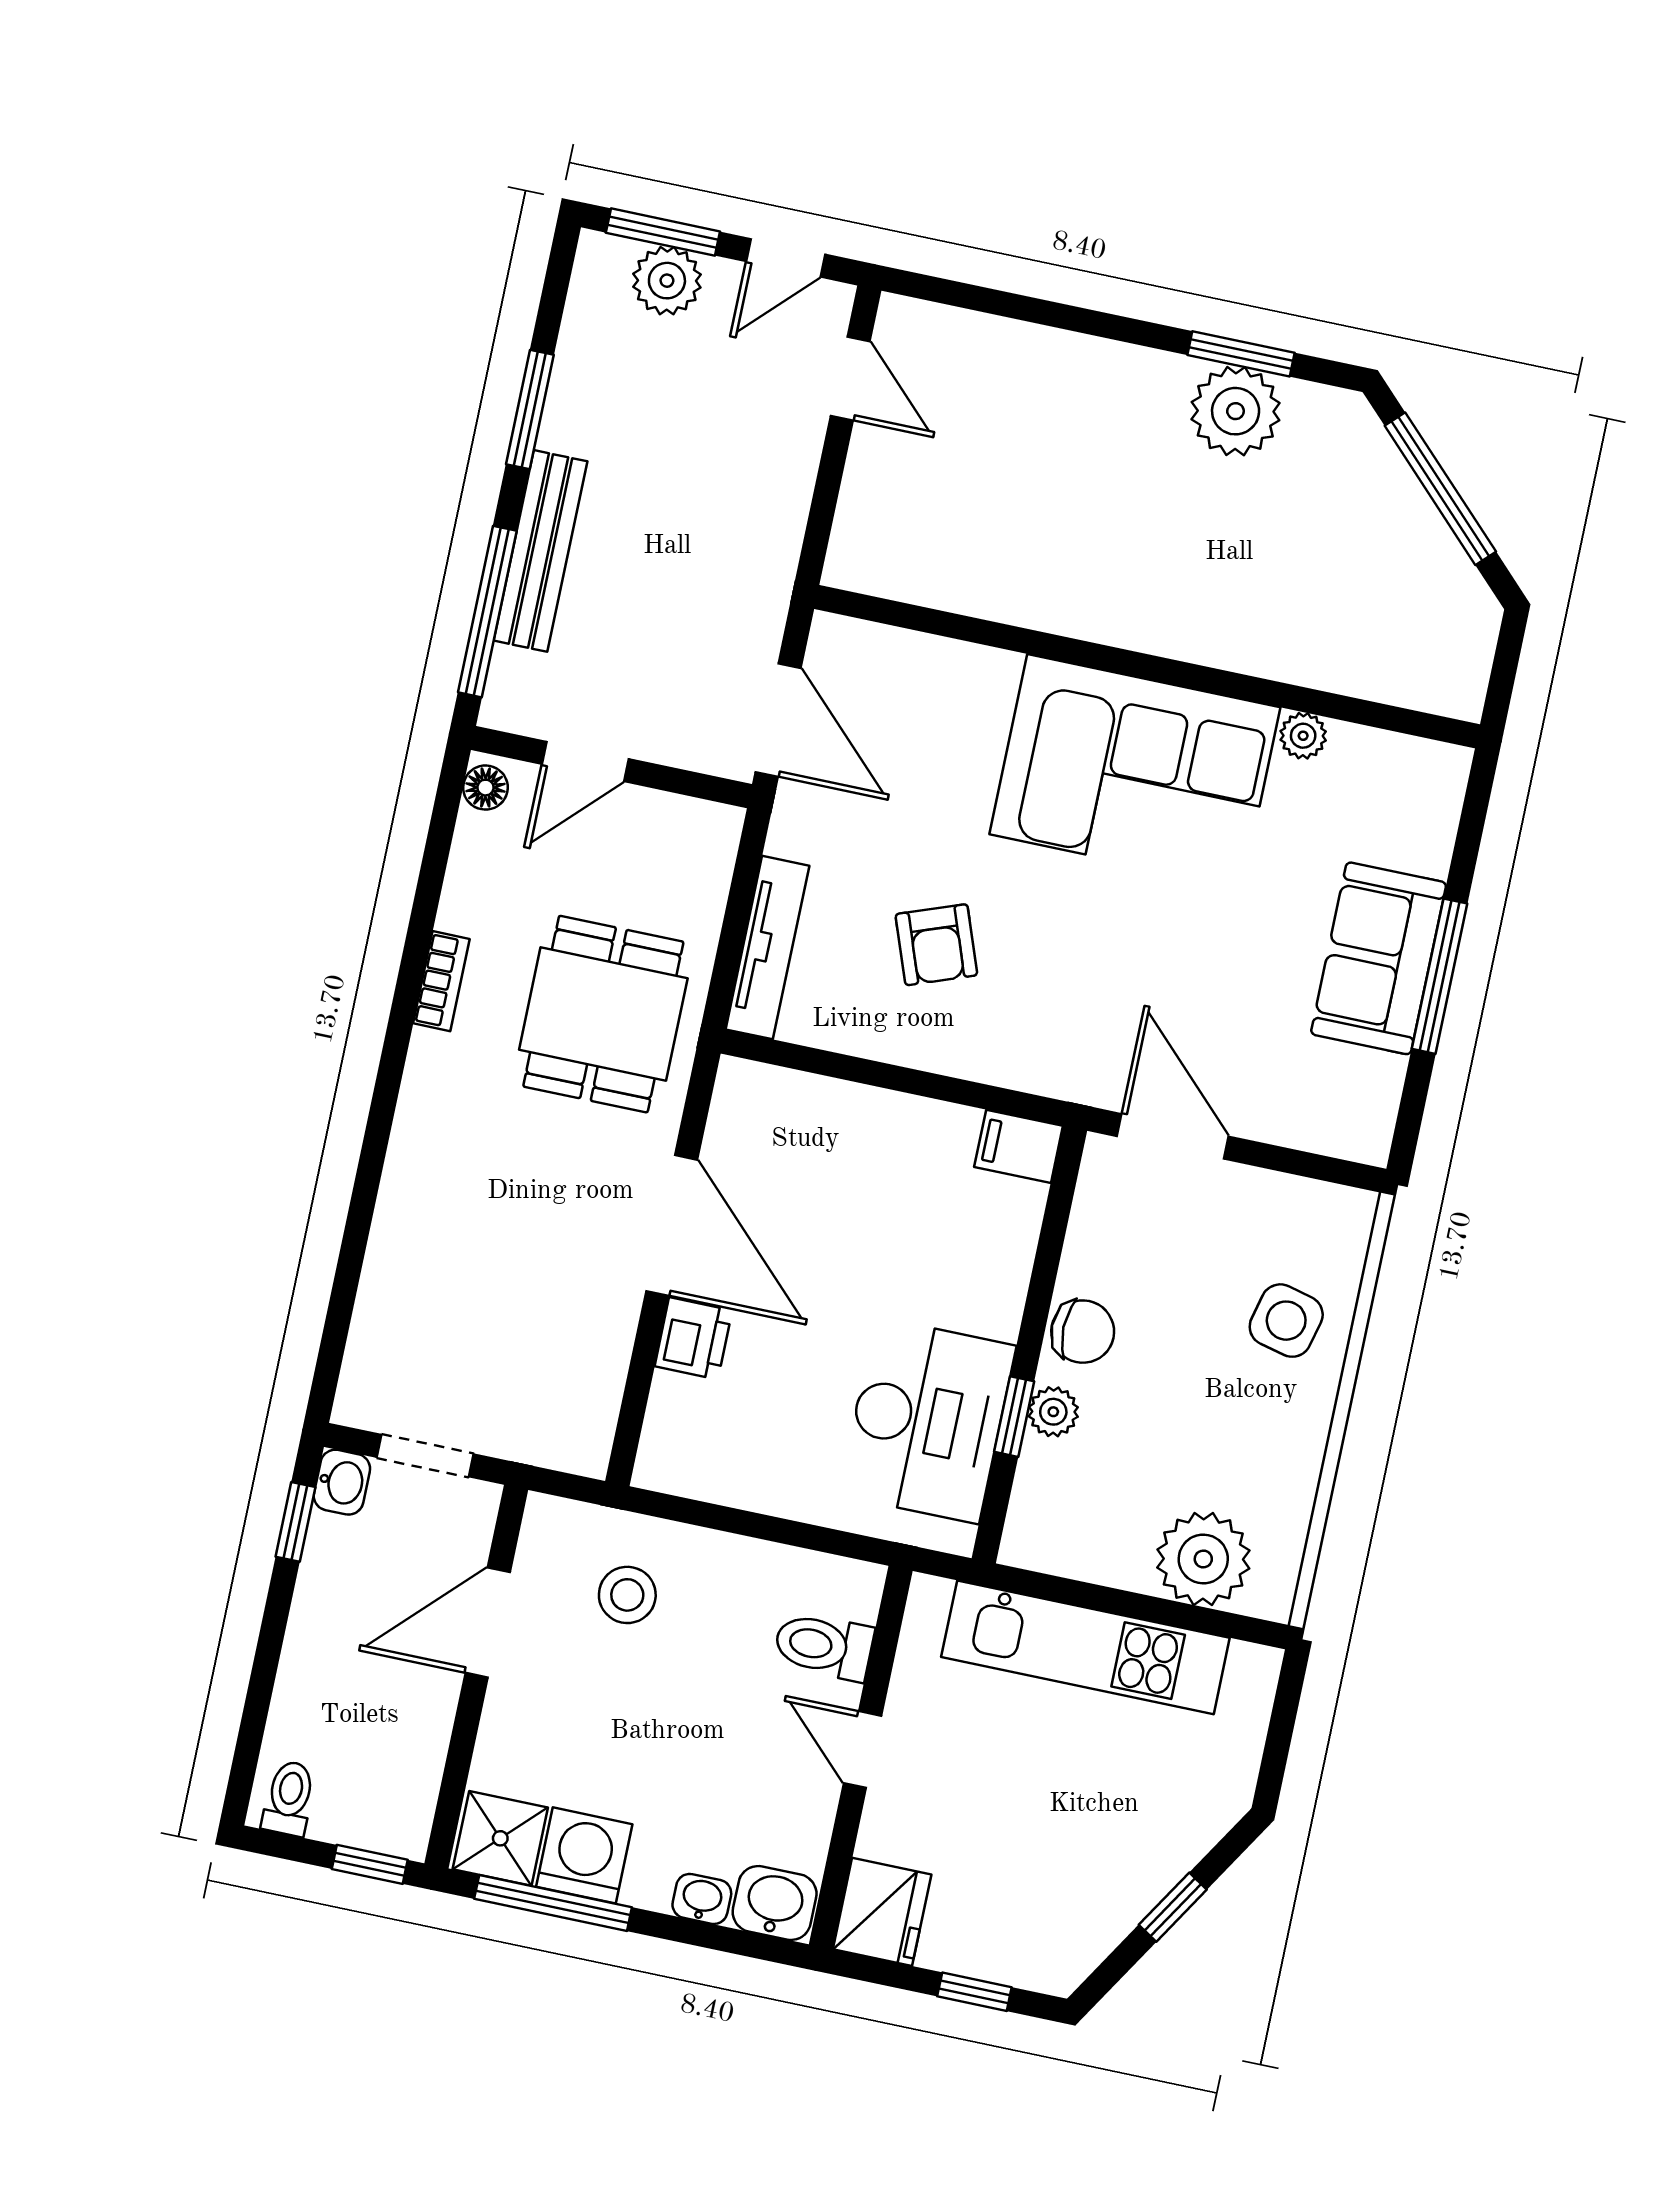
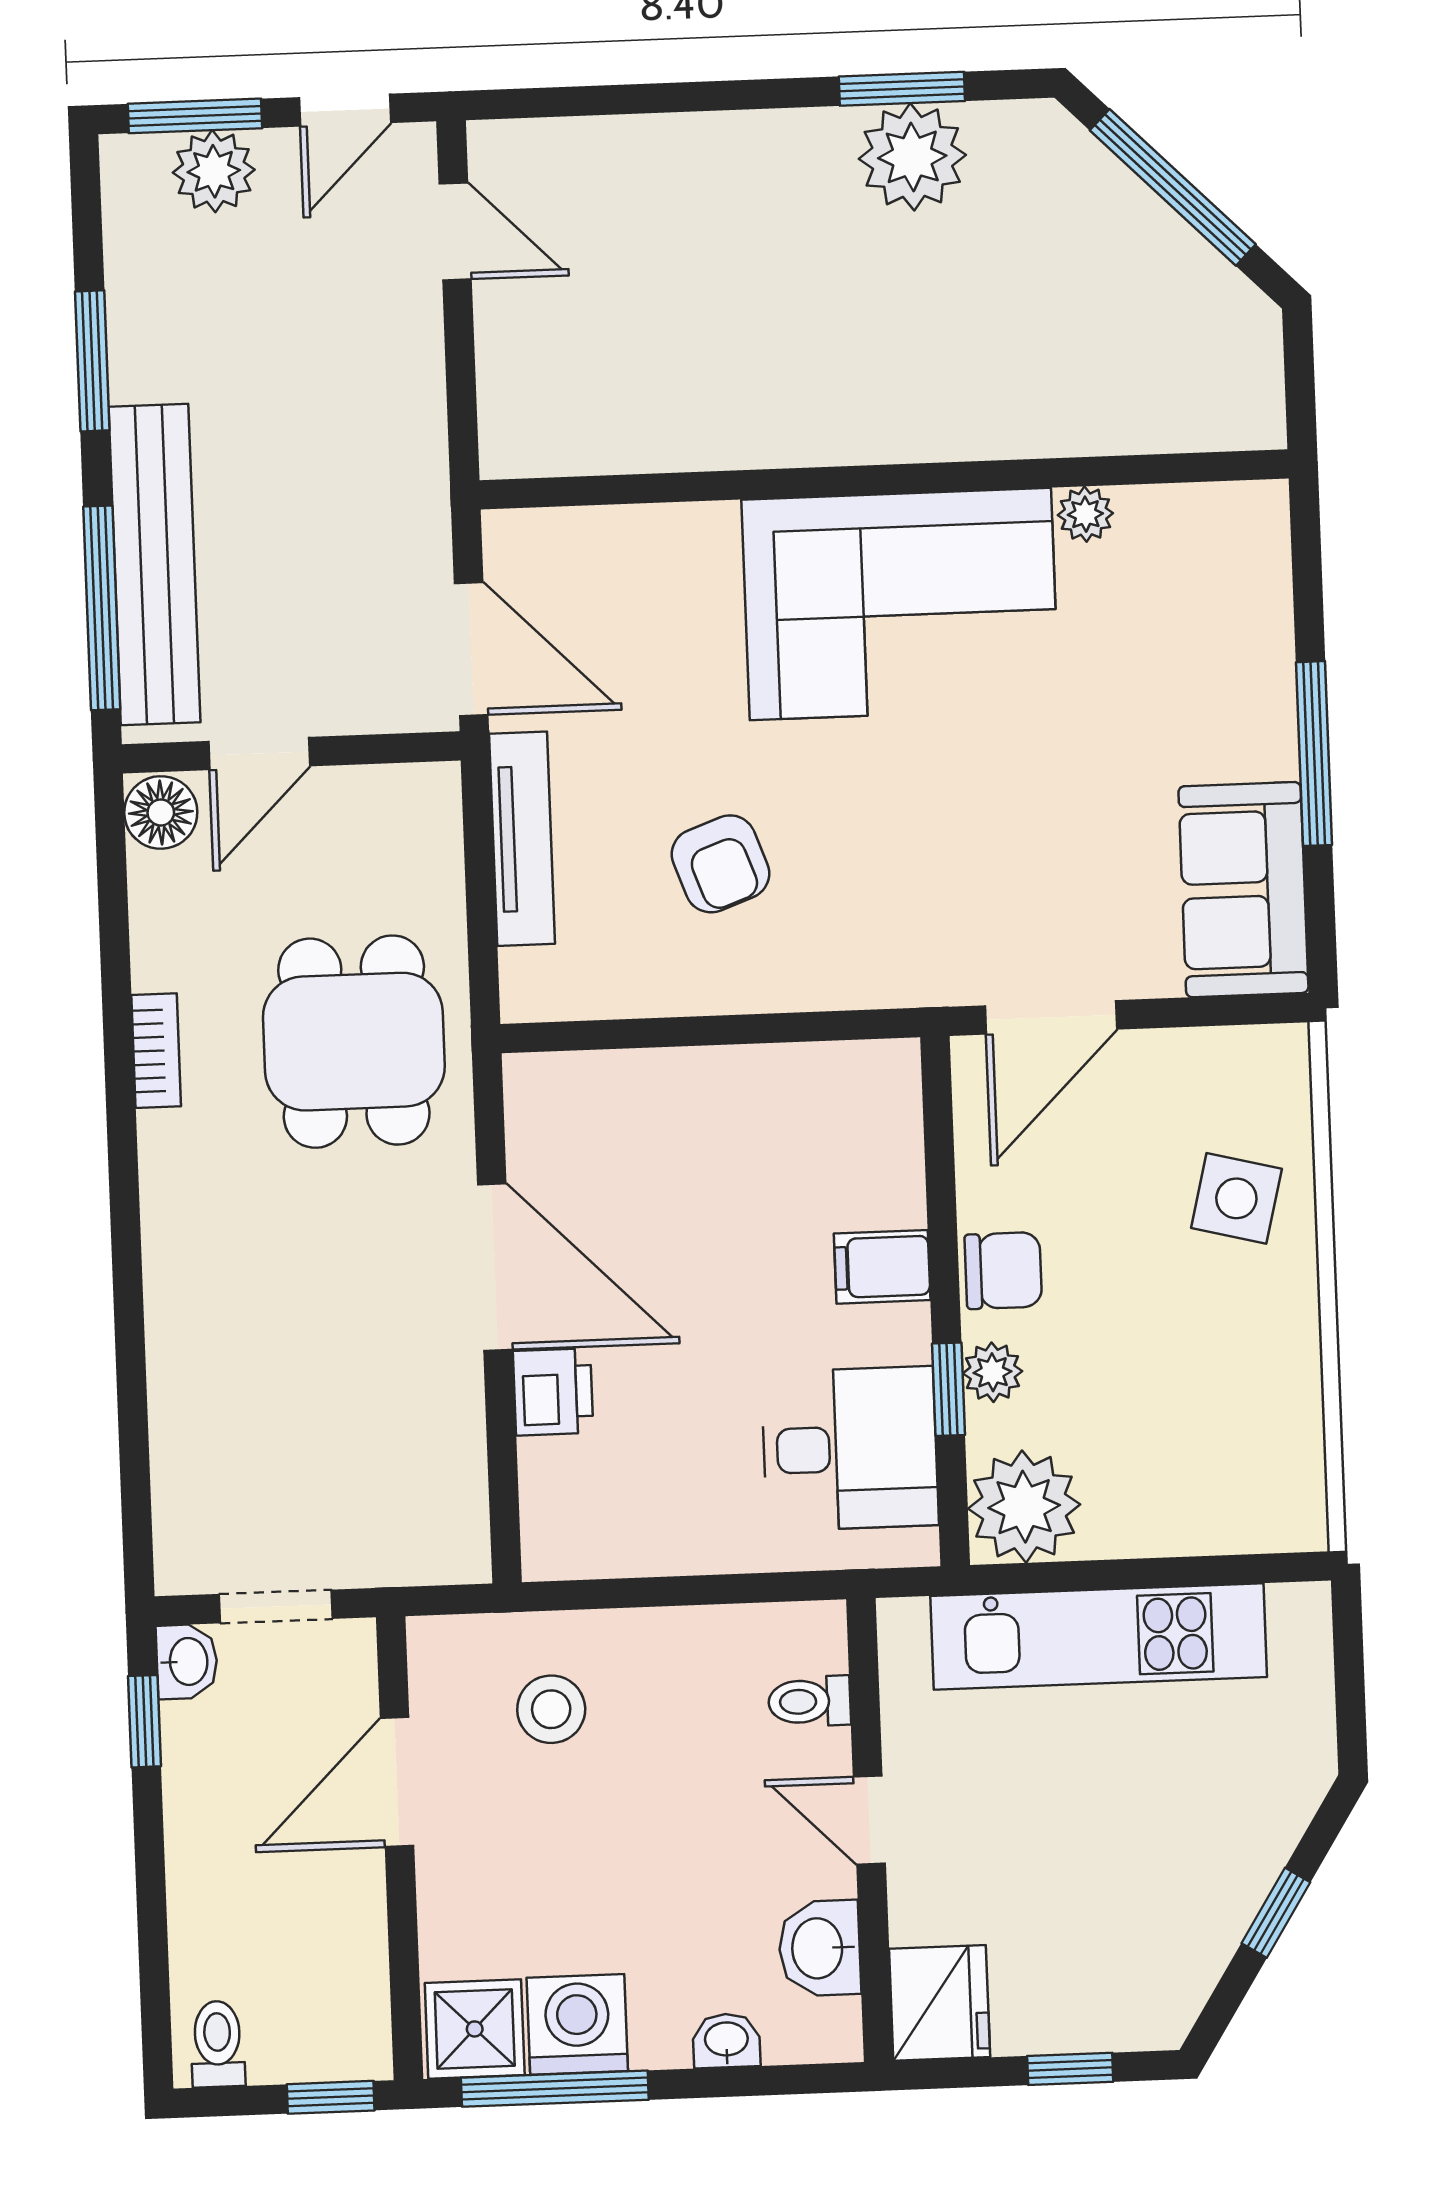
bench: (541, 551) -> (155, 565), width x1.37, depth x1.21
floor lamp: (485, 788) -> (161, 812), width x1.37, depth x1.37
tv unit: (767, 948) -> (522, 839), moved
sofa: (1379, 958) -> (1243, 890), moved
door: (1173, 1136) -> (1051, 1017), swing flipped
filing cabinet: (1019, 1146) -> (882, 1267), moved
desk: (927, 1420) -> (850, 1449), width x0.73
plant: (1203, 1559) -> (1024, 1507), moved
toilet: (824, 1646) -> (809, 1701), width x0.73, depth x0.72
washbasin: (775, 1903) -> (820, 1948), moved, turned -90

